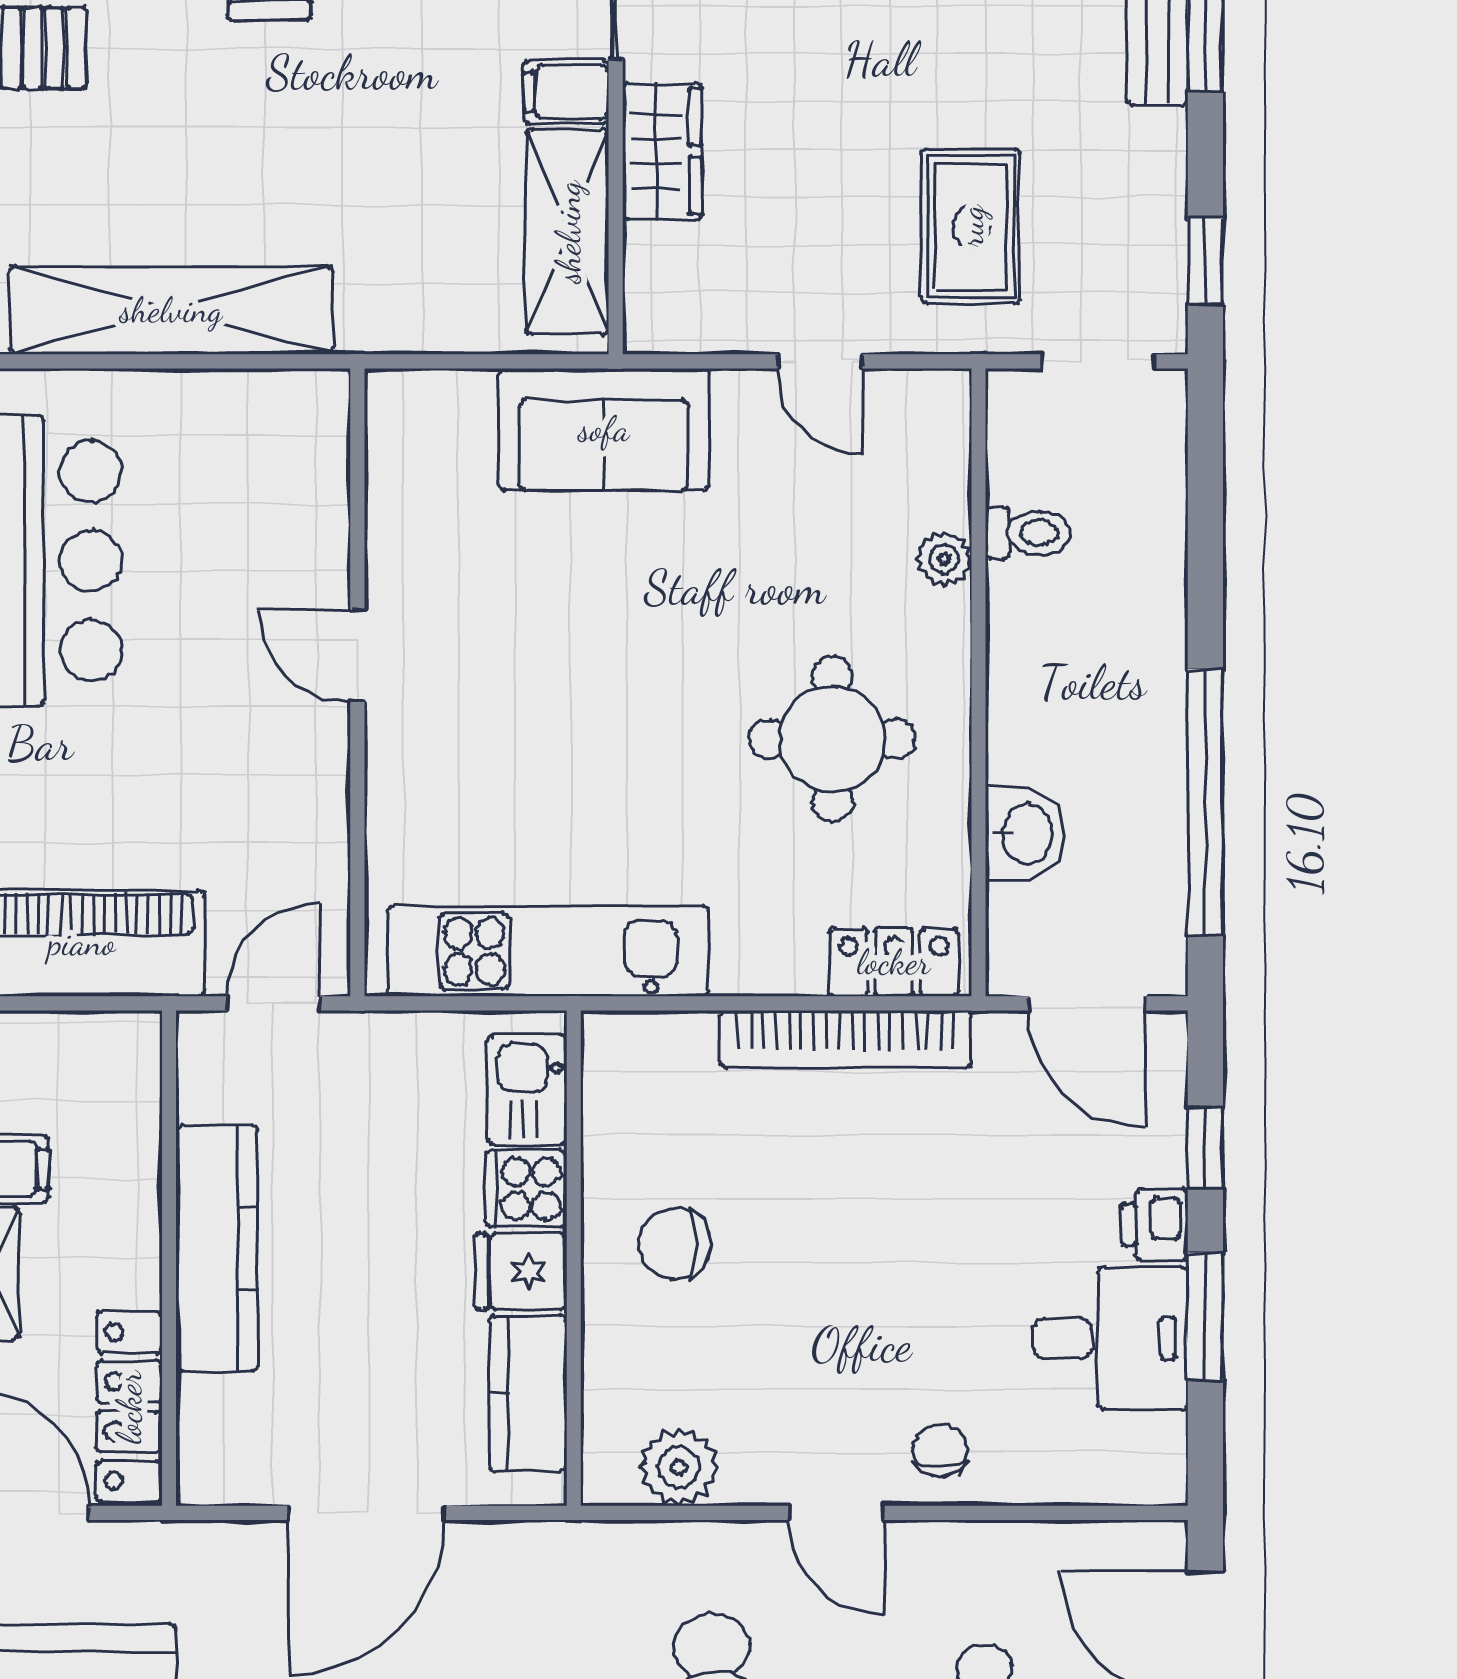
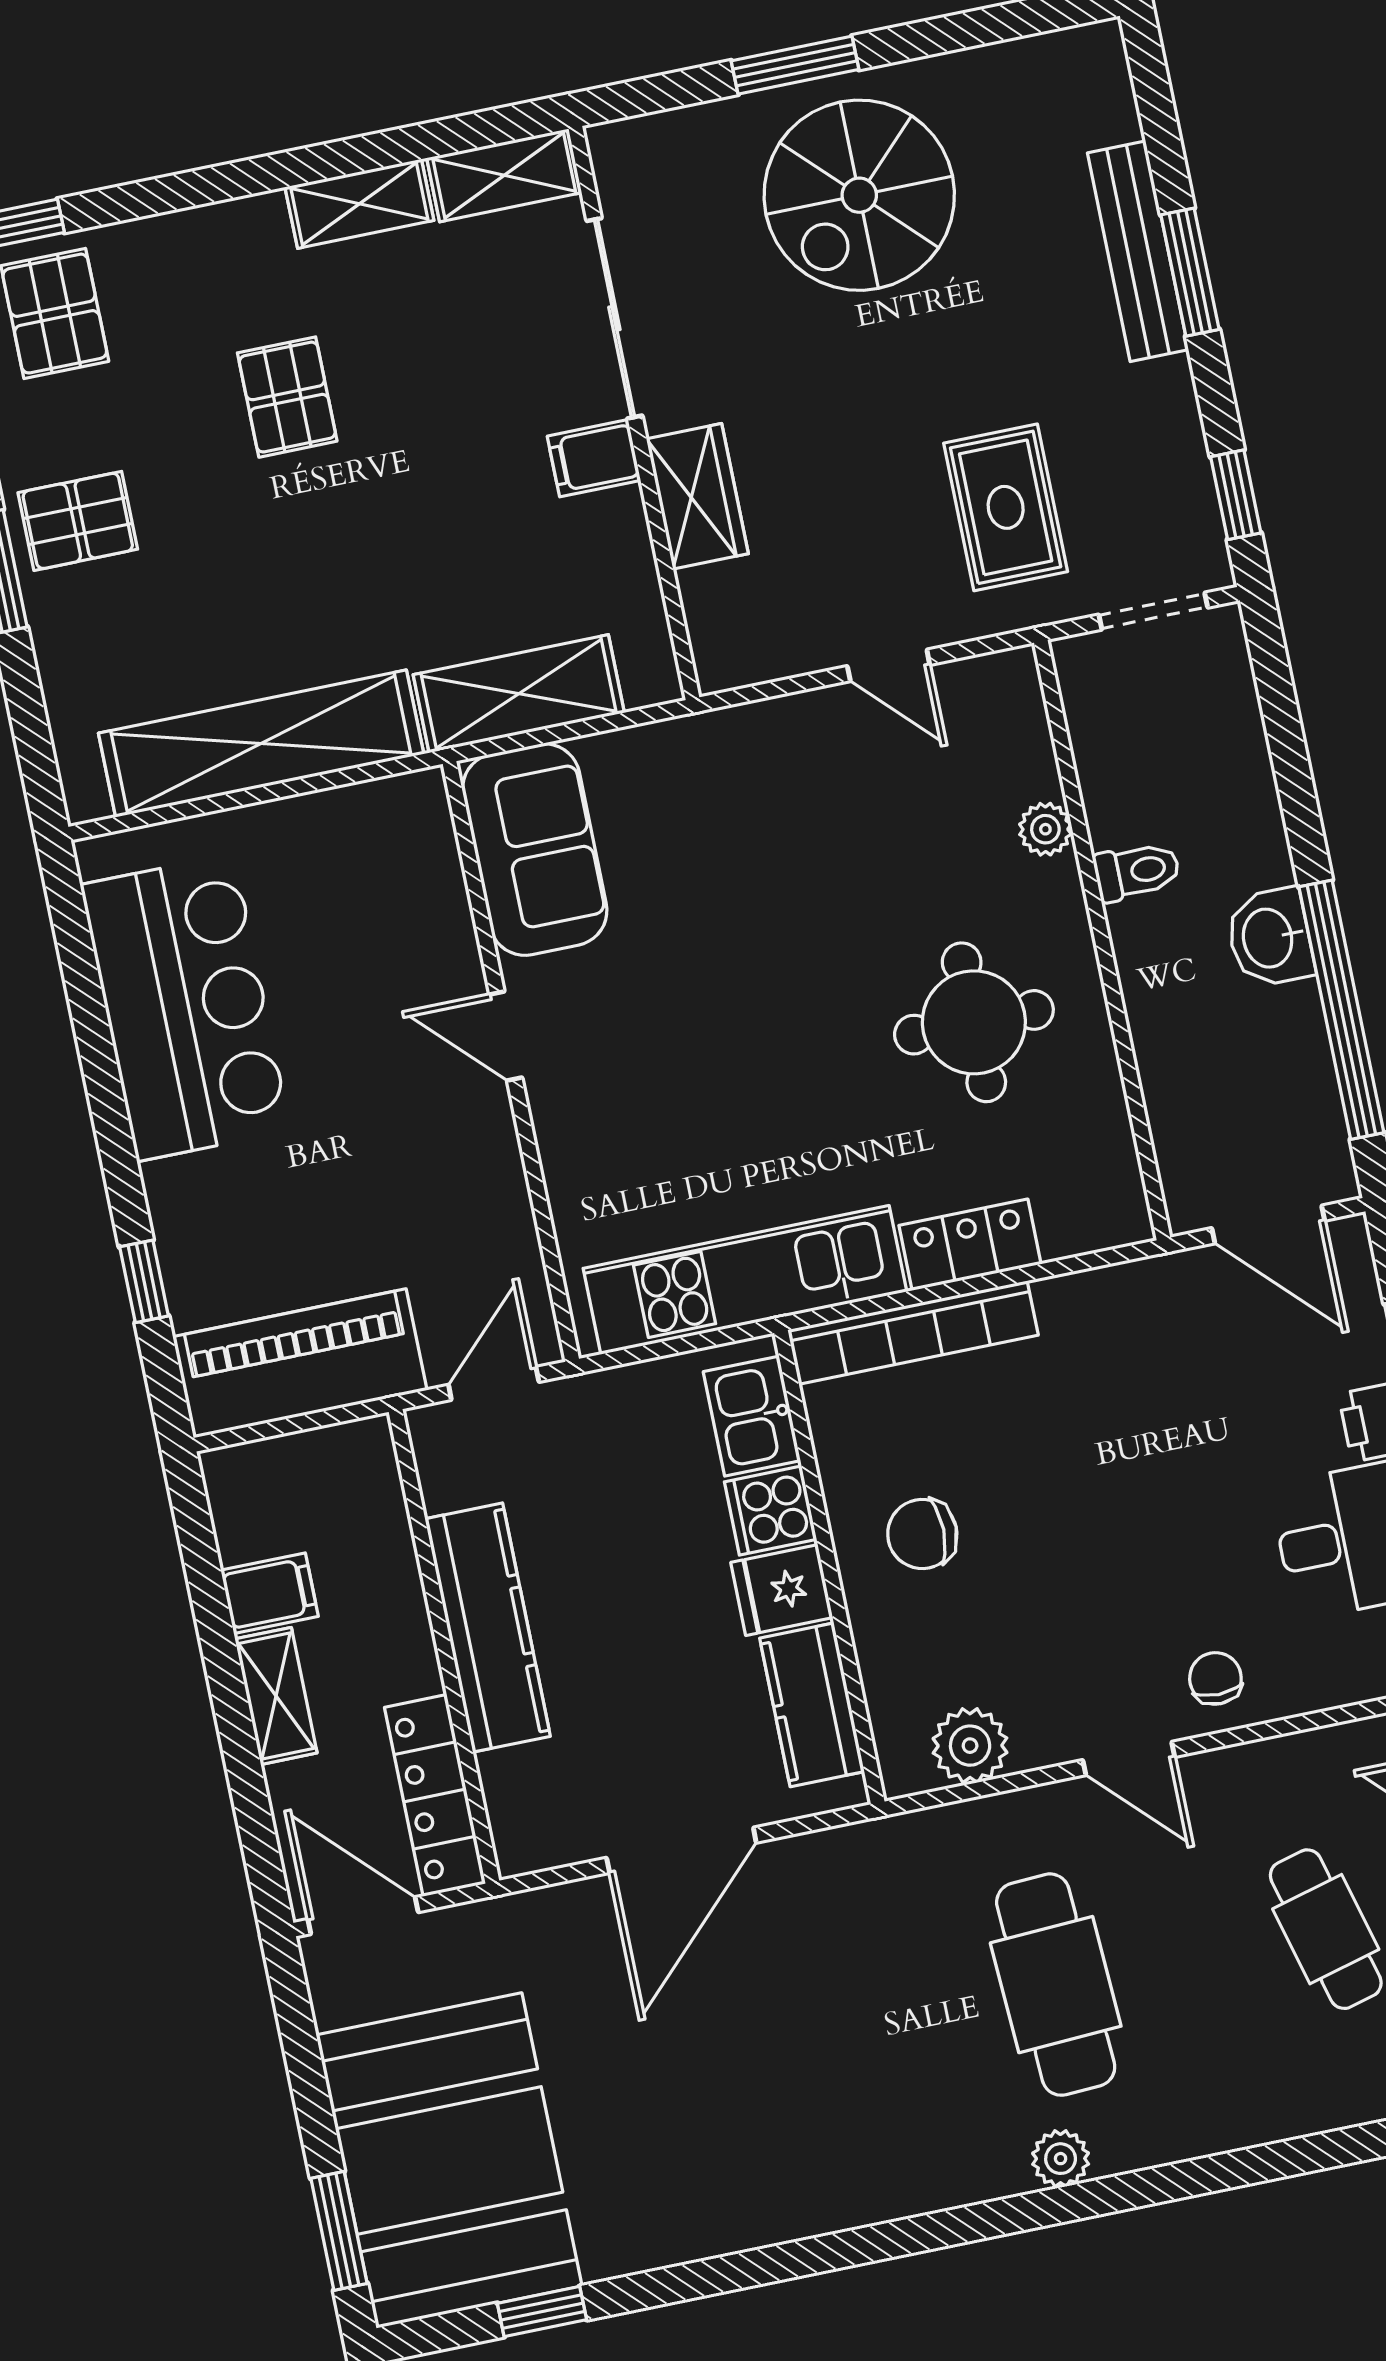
shelving: (568, 232) -> (519, 694), moved, turned 90
sofa: (604, 429) -> (535, 850), moved, turned -90
toilet: (1028, 533) -> (1137, 871), moved
washbasin: (1025, 834) -> (1270, 938), moved, turned 180
locker: (894, 962) -> (970, 1245), moved
bookcase: (846, 1039) -> (913, 1333), moved

